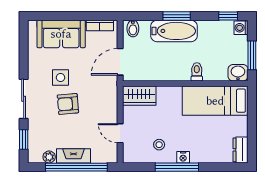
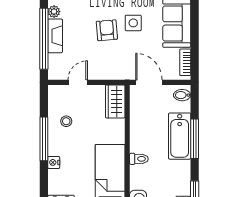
window: (177, 16) -> (195, 139), width x1.44
nightstand: (183, 157) -> (54, 162), moved

